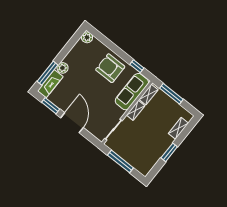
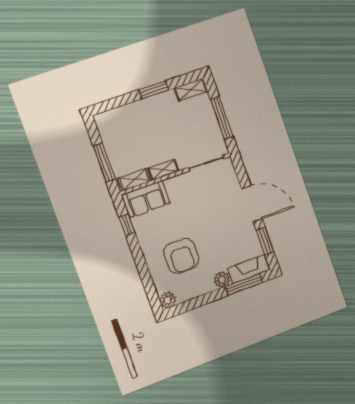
armchair: (110, 68) -> (181, 256), moved
sofa: (132, 92) -> (146, 199), width x0.73
door: (72, 123) -> (252, 204), swing flipped
shelving: (178, 128) -> (191, 90), moved

